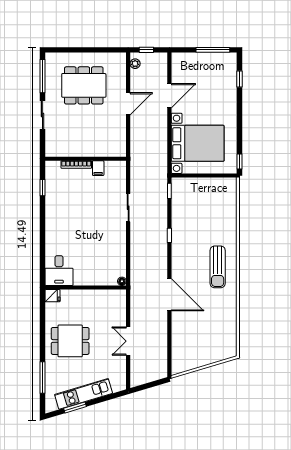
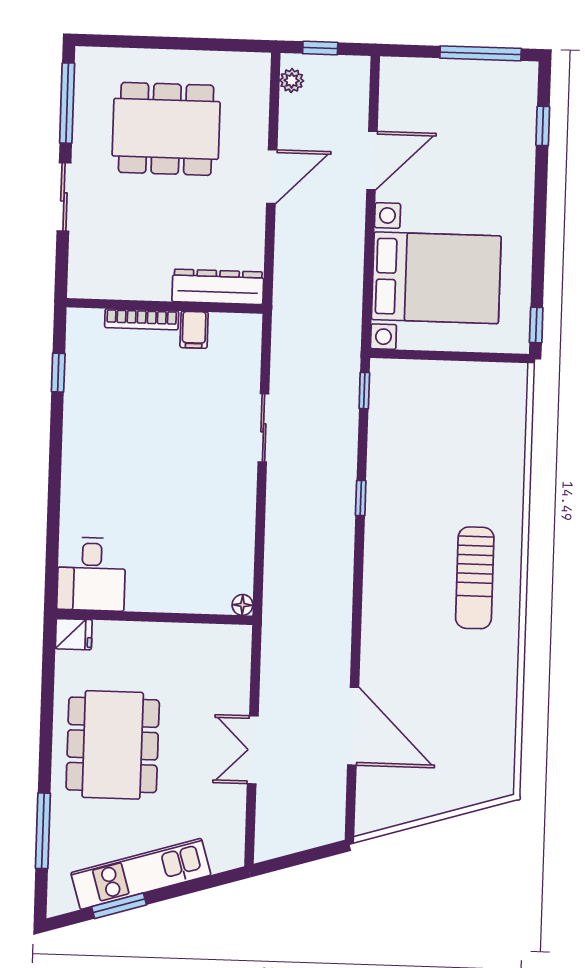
dresser: (107, 150) -> (218, 287), added
door: (169, 295) -> (353, 726), moved
dining table: (70, 341) -> (113, 745), width x1.38

